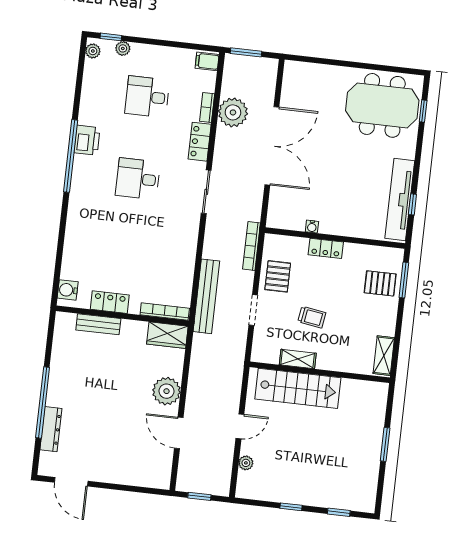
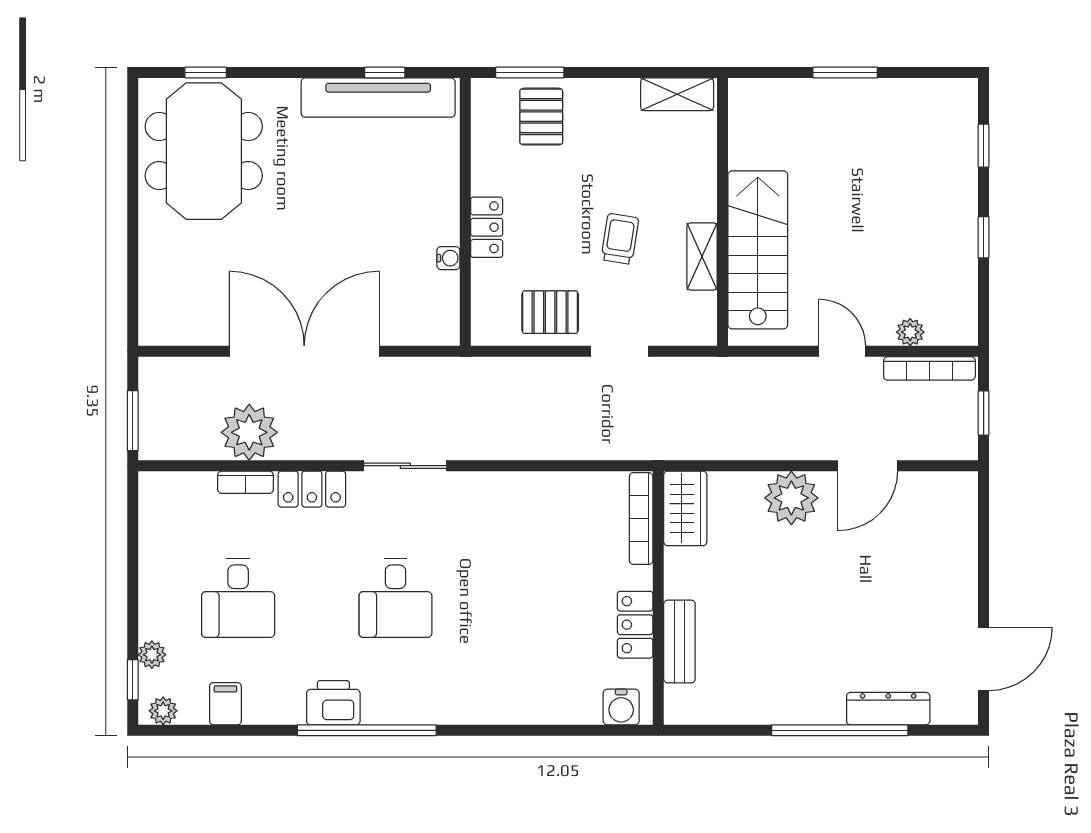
filing cabinet: (207, 61) -> (225, 704), moved, turned 180
bookcase: (251, 246) -> (929, 368), moved
bench: (206, 296) -> (603, 443), removed

